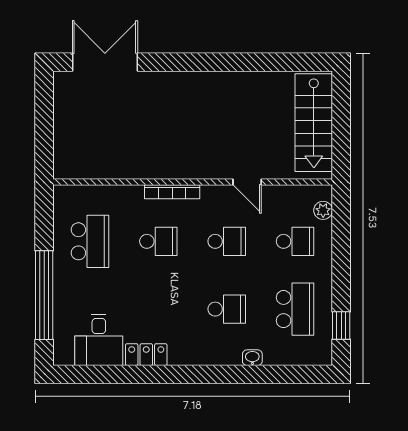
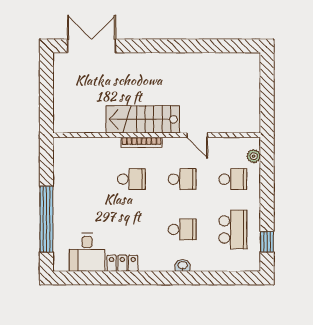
stairs: (314, 123) -> (143, 119), moved, turned 90
school desk: (90, 241) -> (81, 179), removed
washbasin: (252, 358) -> (183, 266), moved

